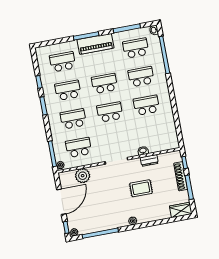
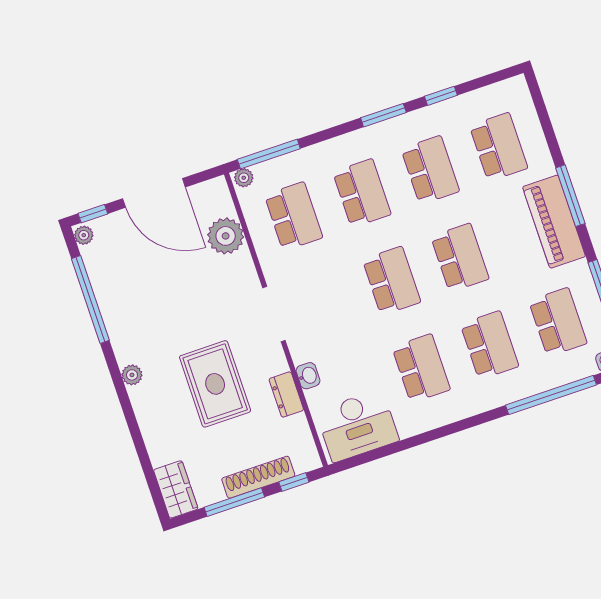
desk: (166, 134) -> (357, 426), added
rug: (141, 188) -> (215, 384), width x1.36, depth x1.43

